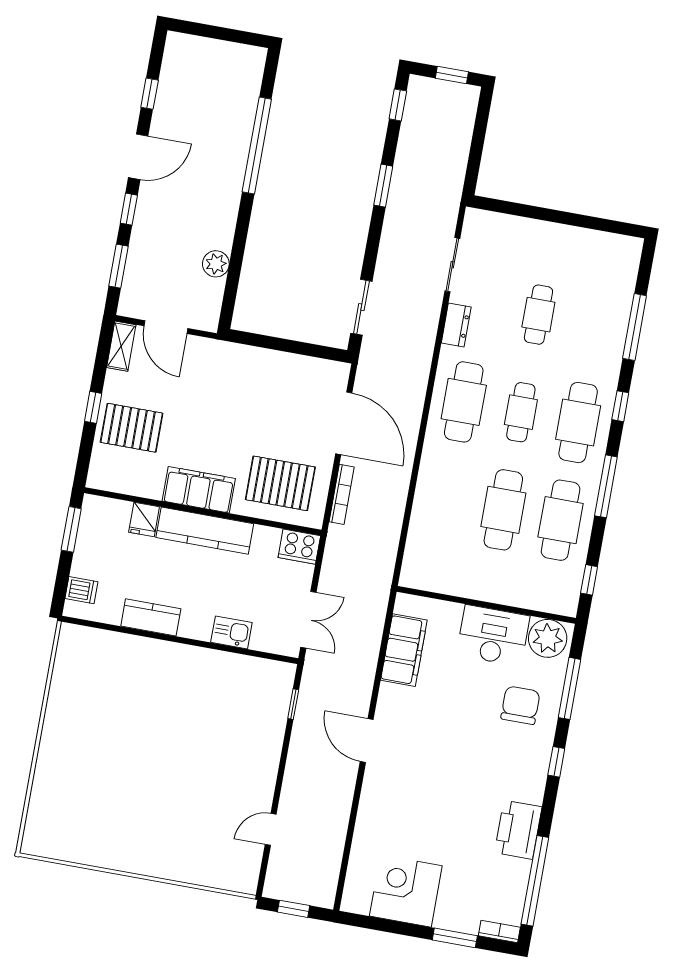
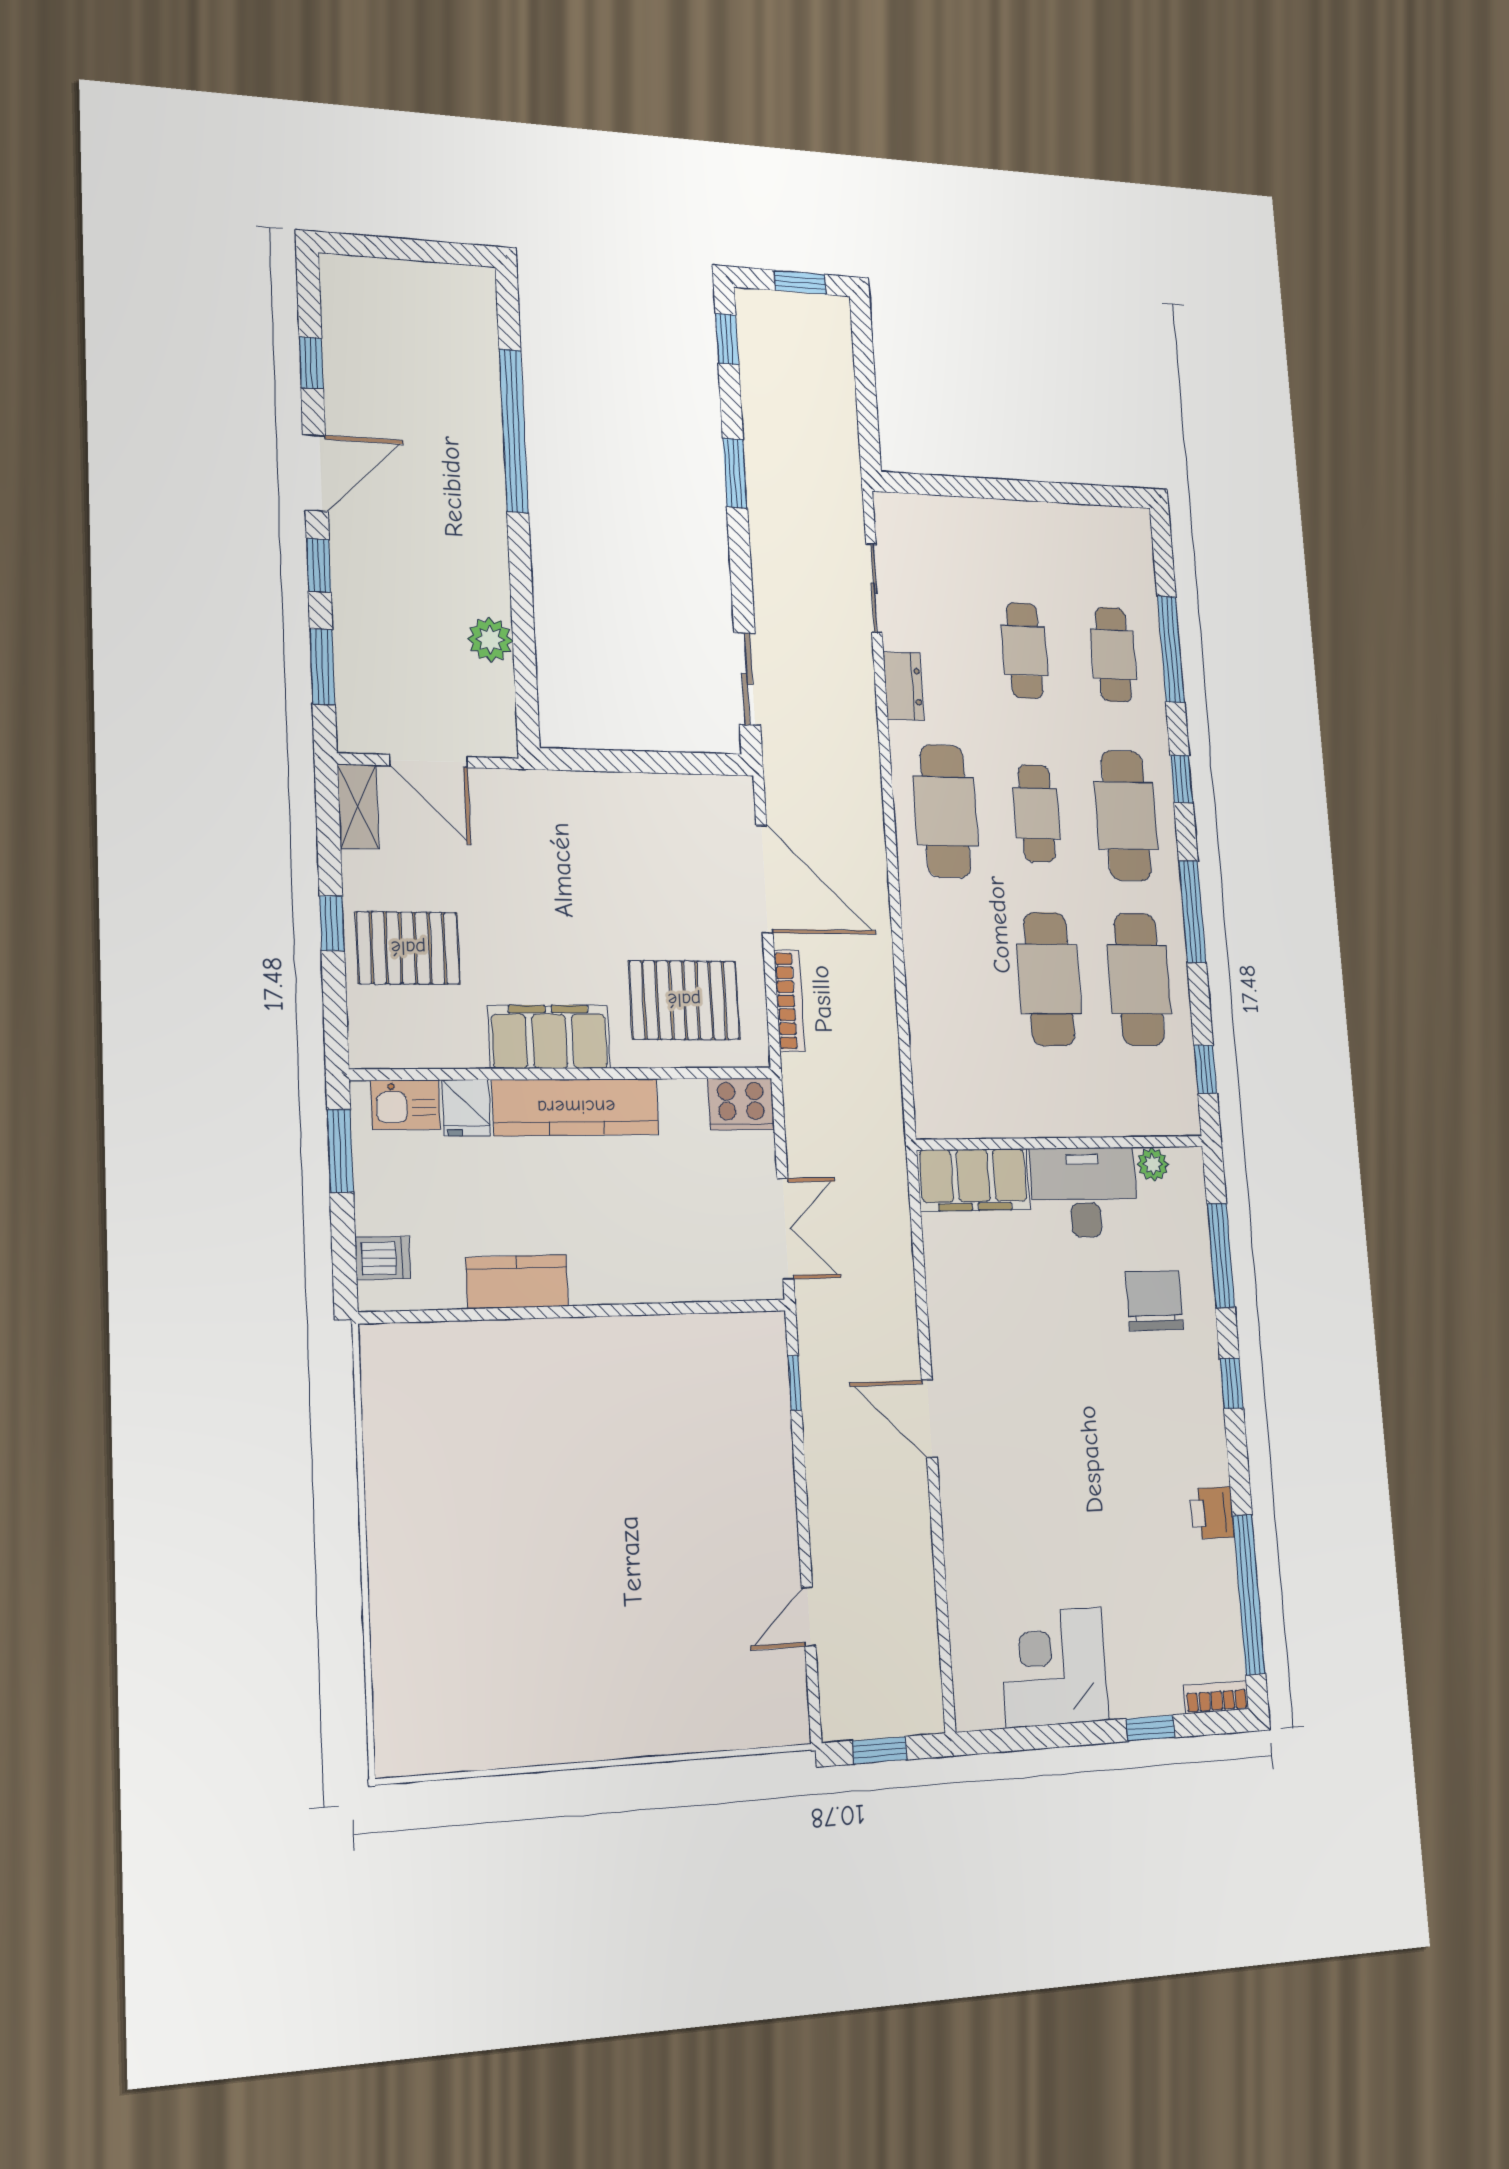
cafe table: (596, 325) -> (1113, 654), added
kitchen sink: (231, 632) -> (405, 1105), moved, turned 180
plant: (548, 638) -> (1153, 1164), width x0.53, depth x0.53
filing cabinet: (404, 650) -> (973, 1180), moved, turned 90
printer: (518, 830) -> (1212, 1513), width x0.53, depth x0.68
window: (455, 938) -> (1151, 1728), width x0.67

